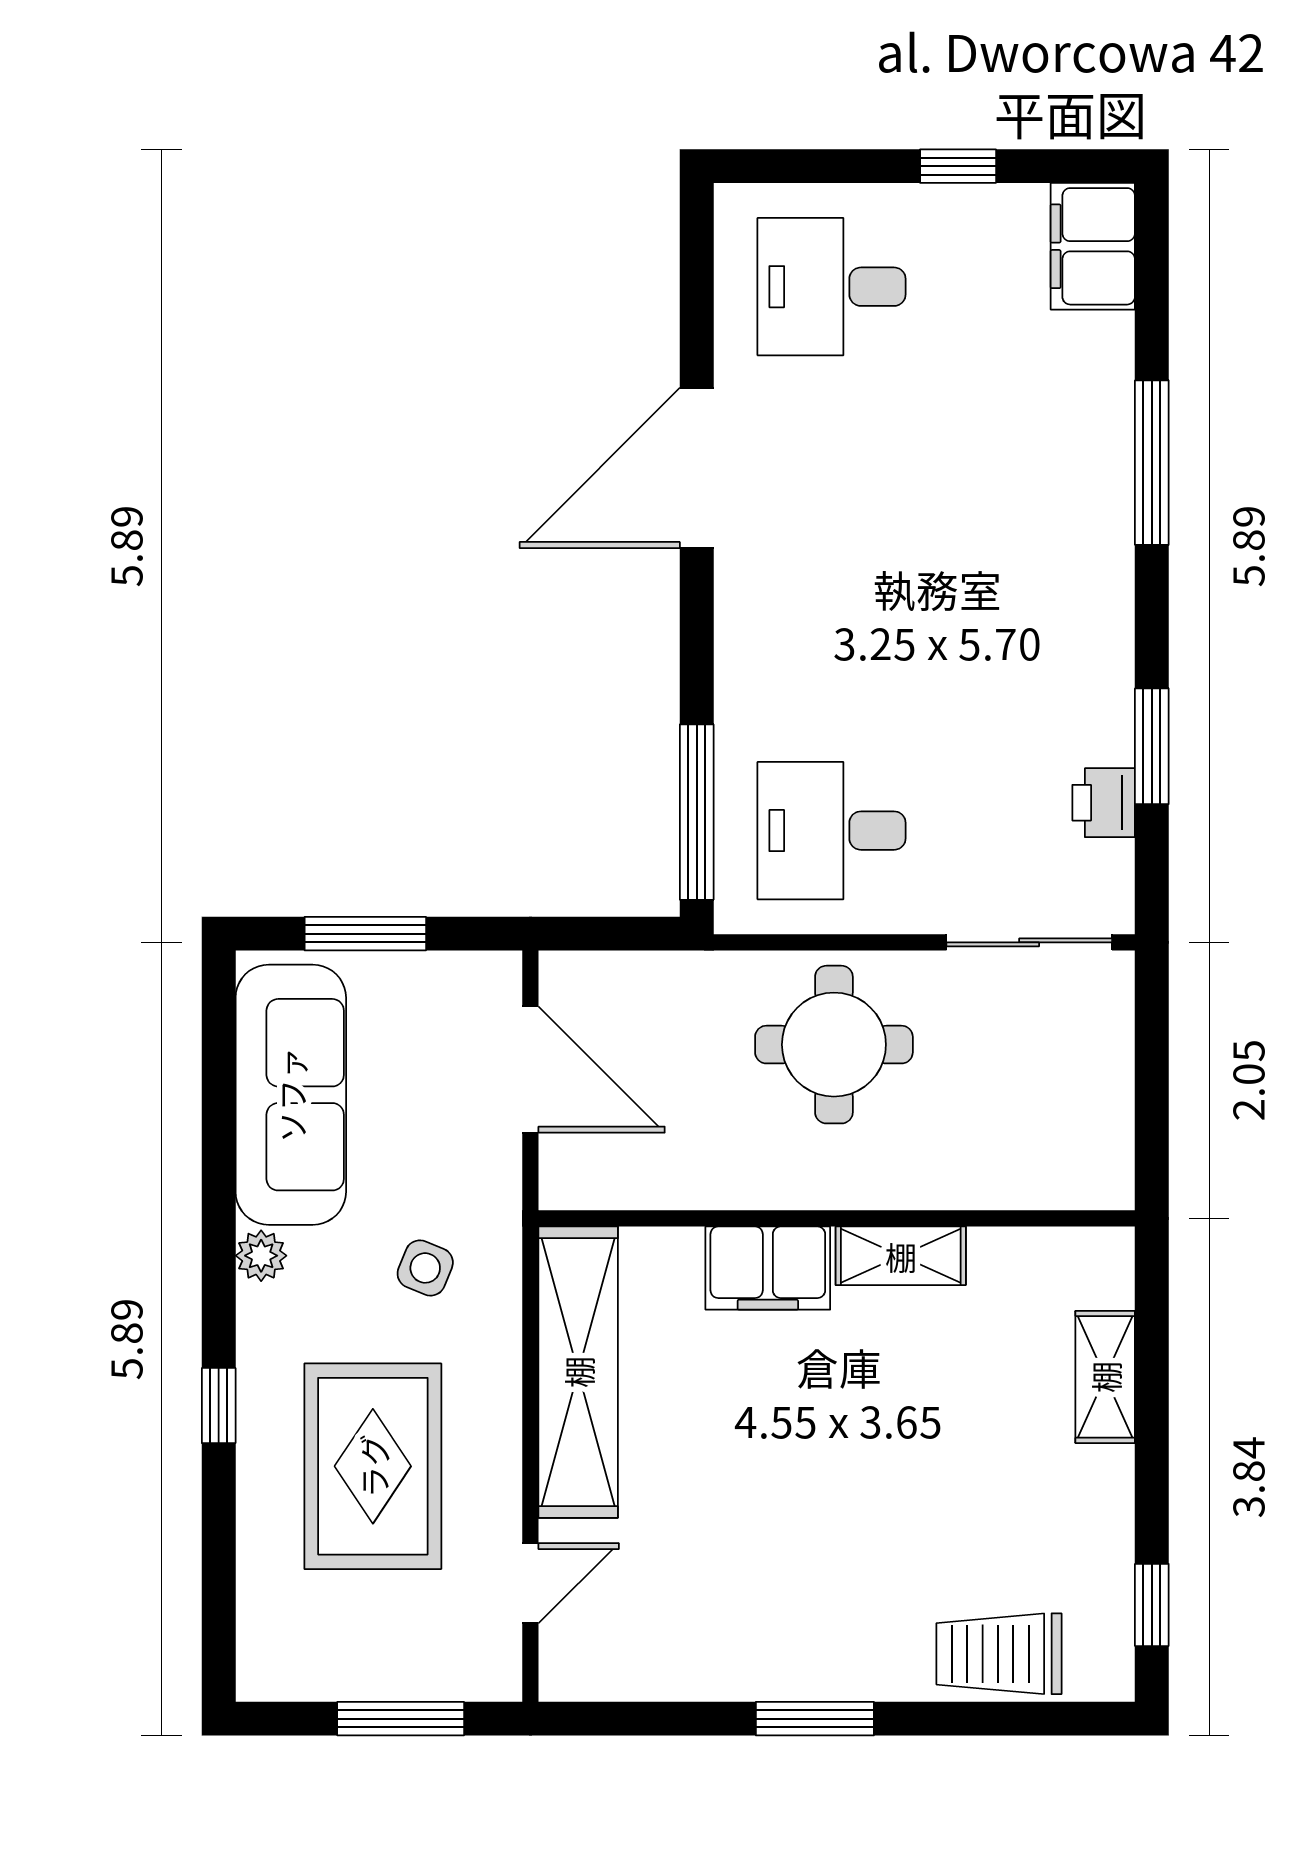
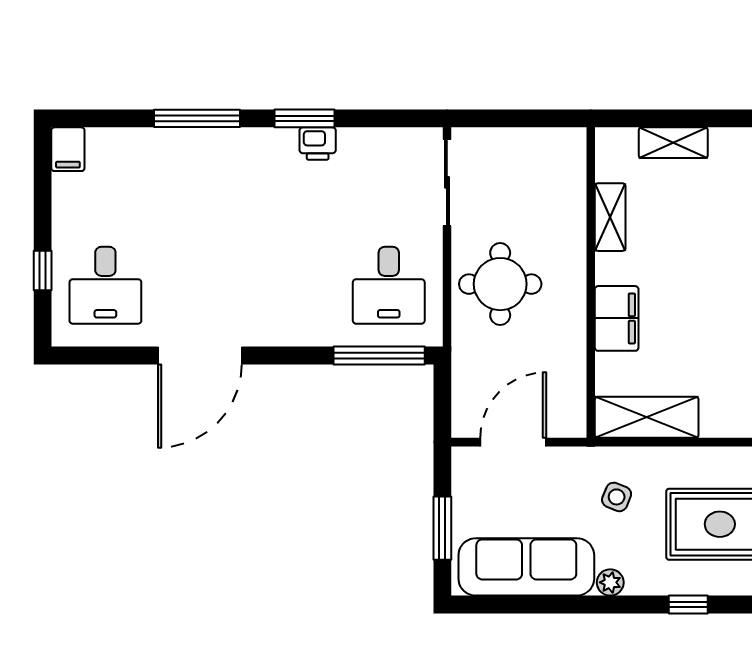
window: (958, 166) -> (43, 271), moved
filing cabinet: (1093, 246) -> (68, 149), width x0.50
door: (697, 468) -> (200, 356), hinge flipped
window: (1152, 746) -> (305, 118), moved
printer: (1104, 803) -> (318, 144), moved
shelving: (901, 1256) -> (610, 217), moved
shelving: (578, 1372) -> (647, 417), width x0.68

